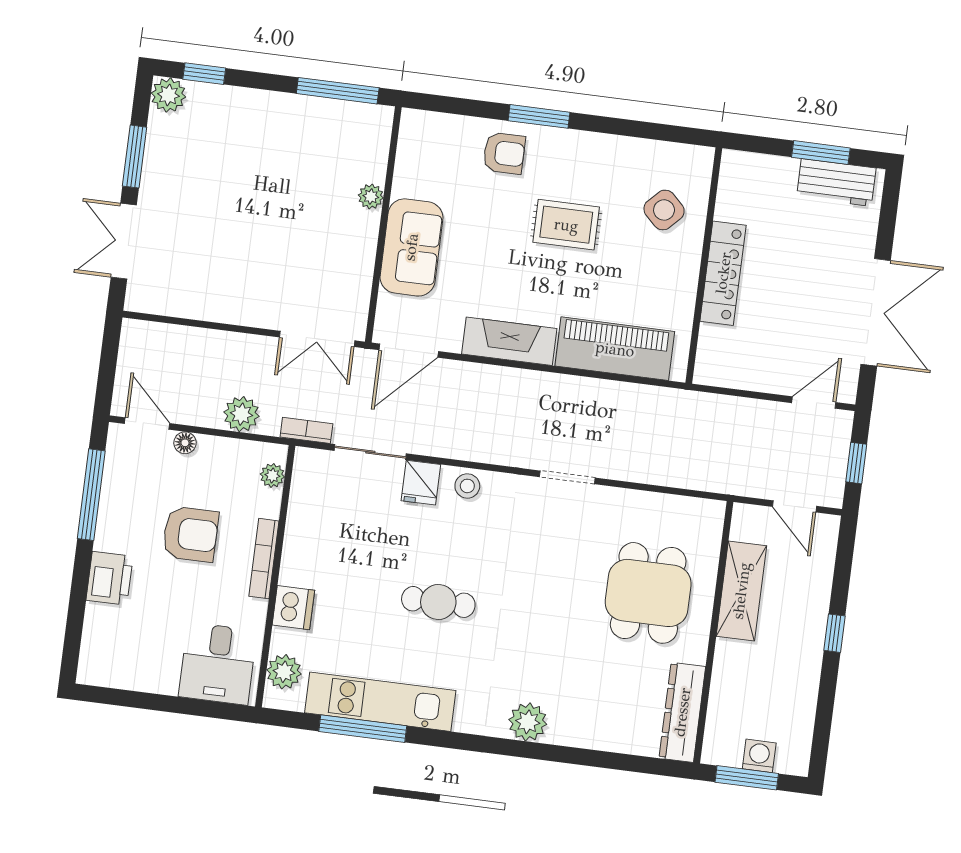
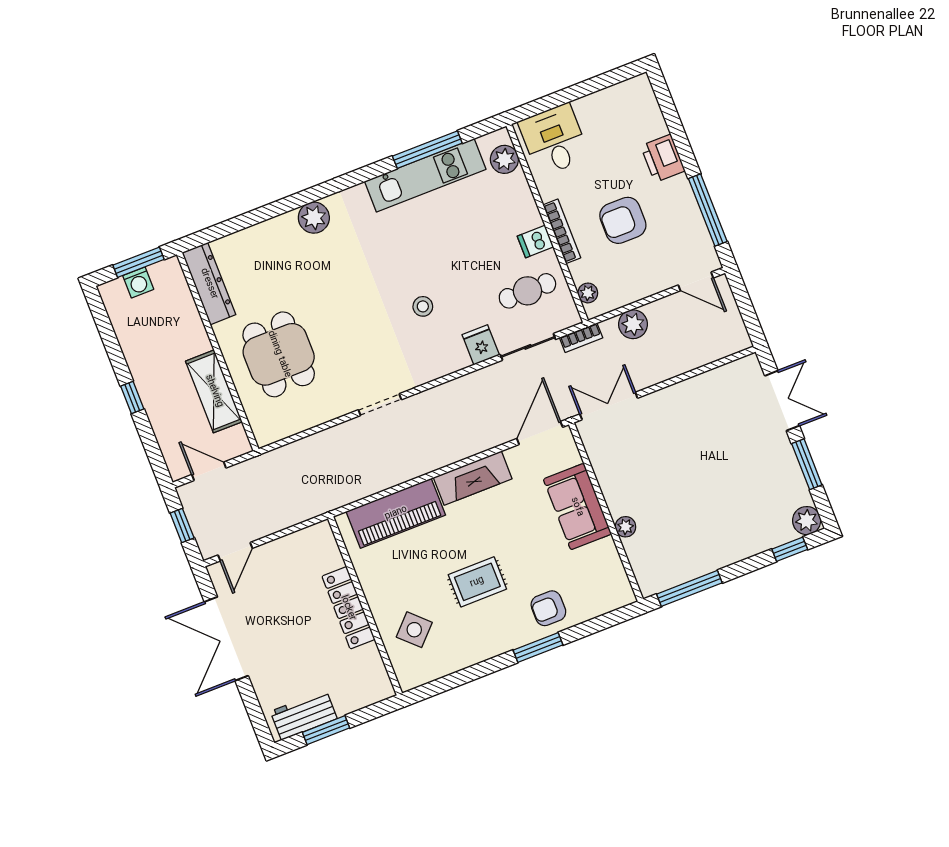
floor lamp: (185, 443) -> (662, 282), removed
stool: (467, 486) -> (423, 306), moved
cafe table: (438, 602) -> (527, 291), moved
dishwasher: (293, 608) -> (535, 241), moved, width x0.73

